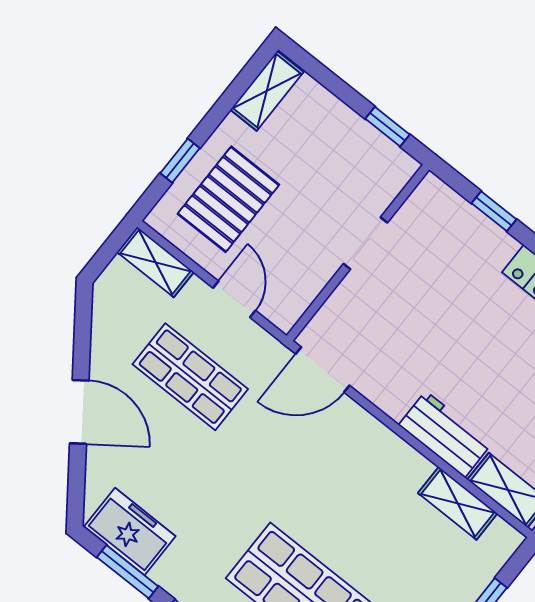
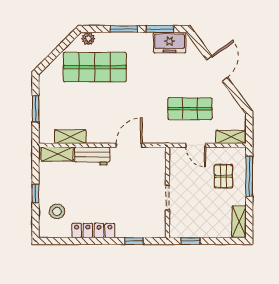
window: (180, 161) -> (249, 176), width x2.17
pallet: (228, 199) -> (223, 176), width x0.67, depth x0.71
door: (323, 370) -> (129, 145), moved
door: (79, 412) -> (217, 69), swing flipped

